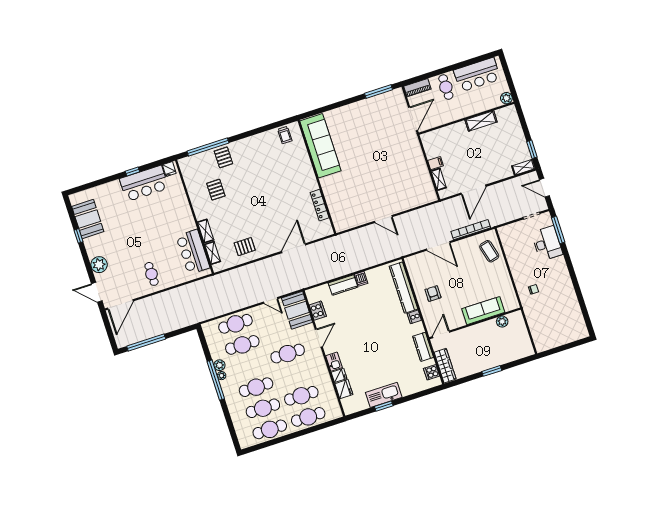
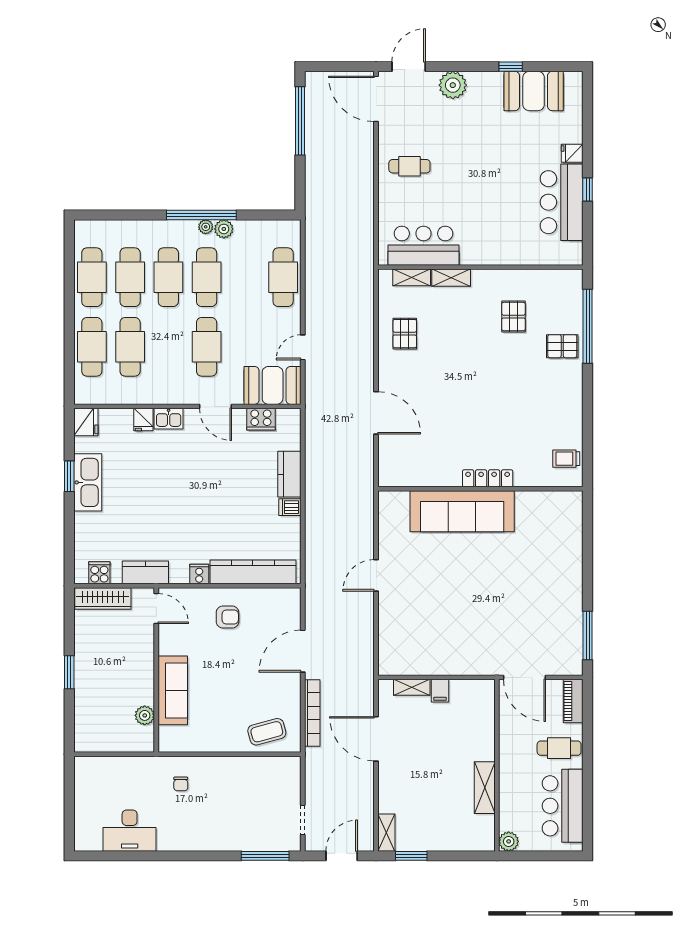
sofa: (320, 146) -> (462, 511), moved
fridge: (169, 169) -> (572, 153), moved
pallet: (216, 190) -> (513, 317), turned 90
locker: (320, 205) -> (488, 478), moved
desk: (547, 243) -> (130, 831), moved
cafe table: (242, 345) -> (207, 277), moved
fridge: (344, 389) -> (86, 422), moved, turned -90

